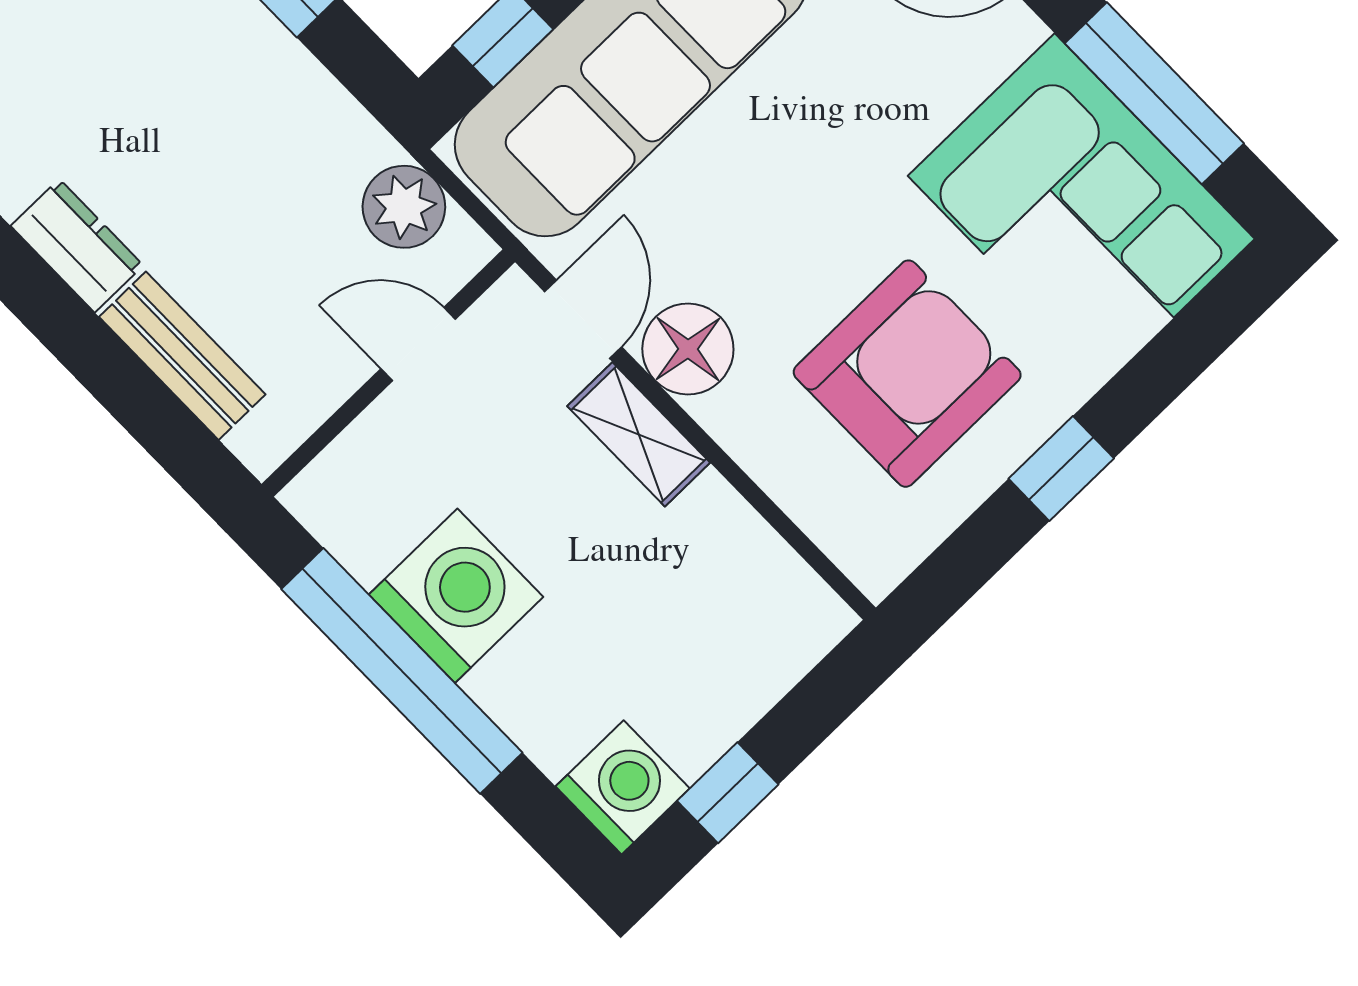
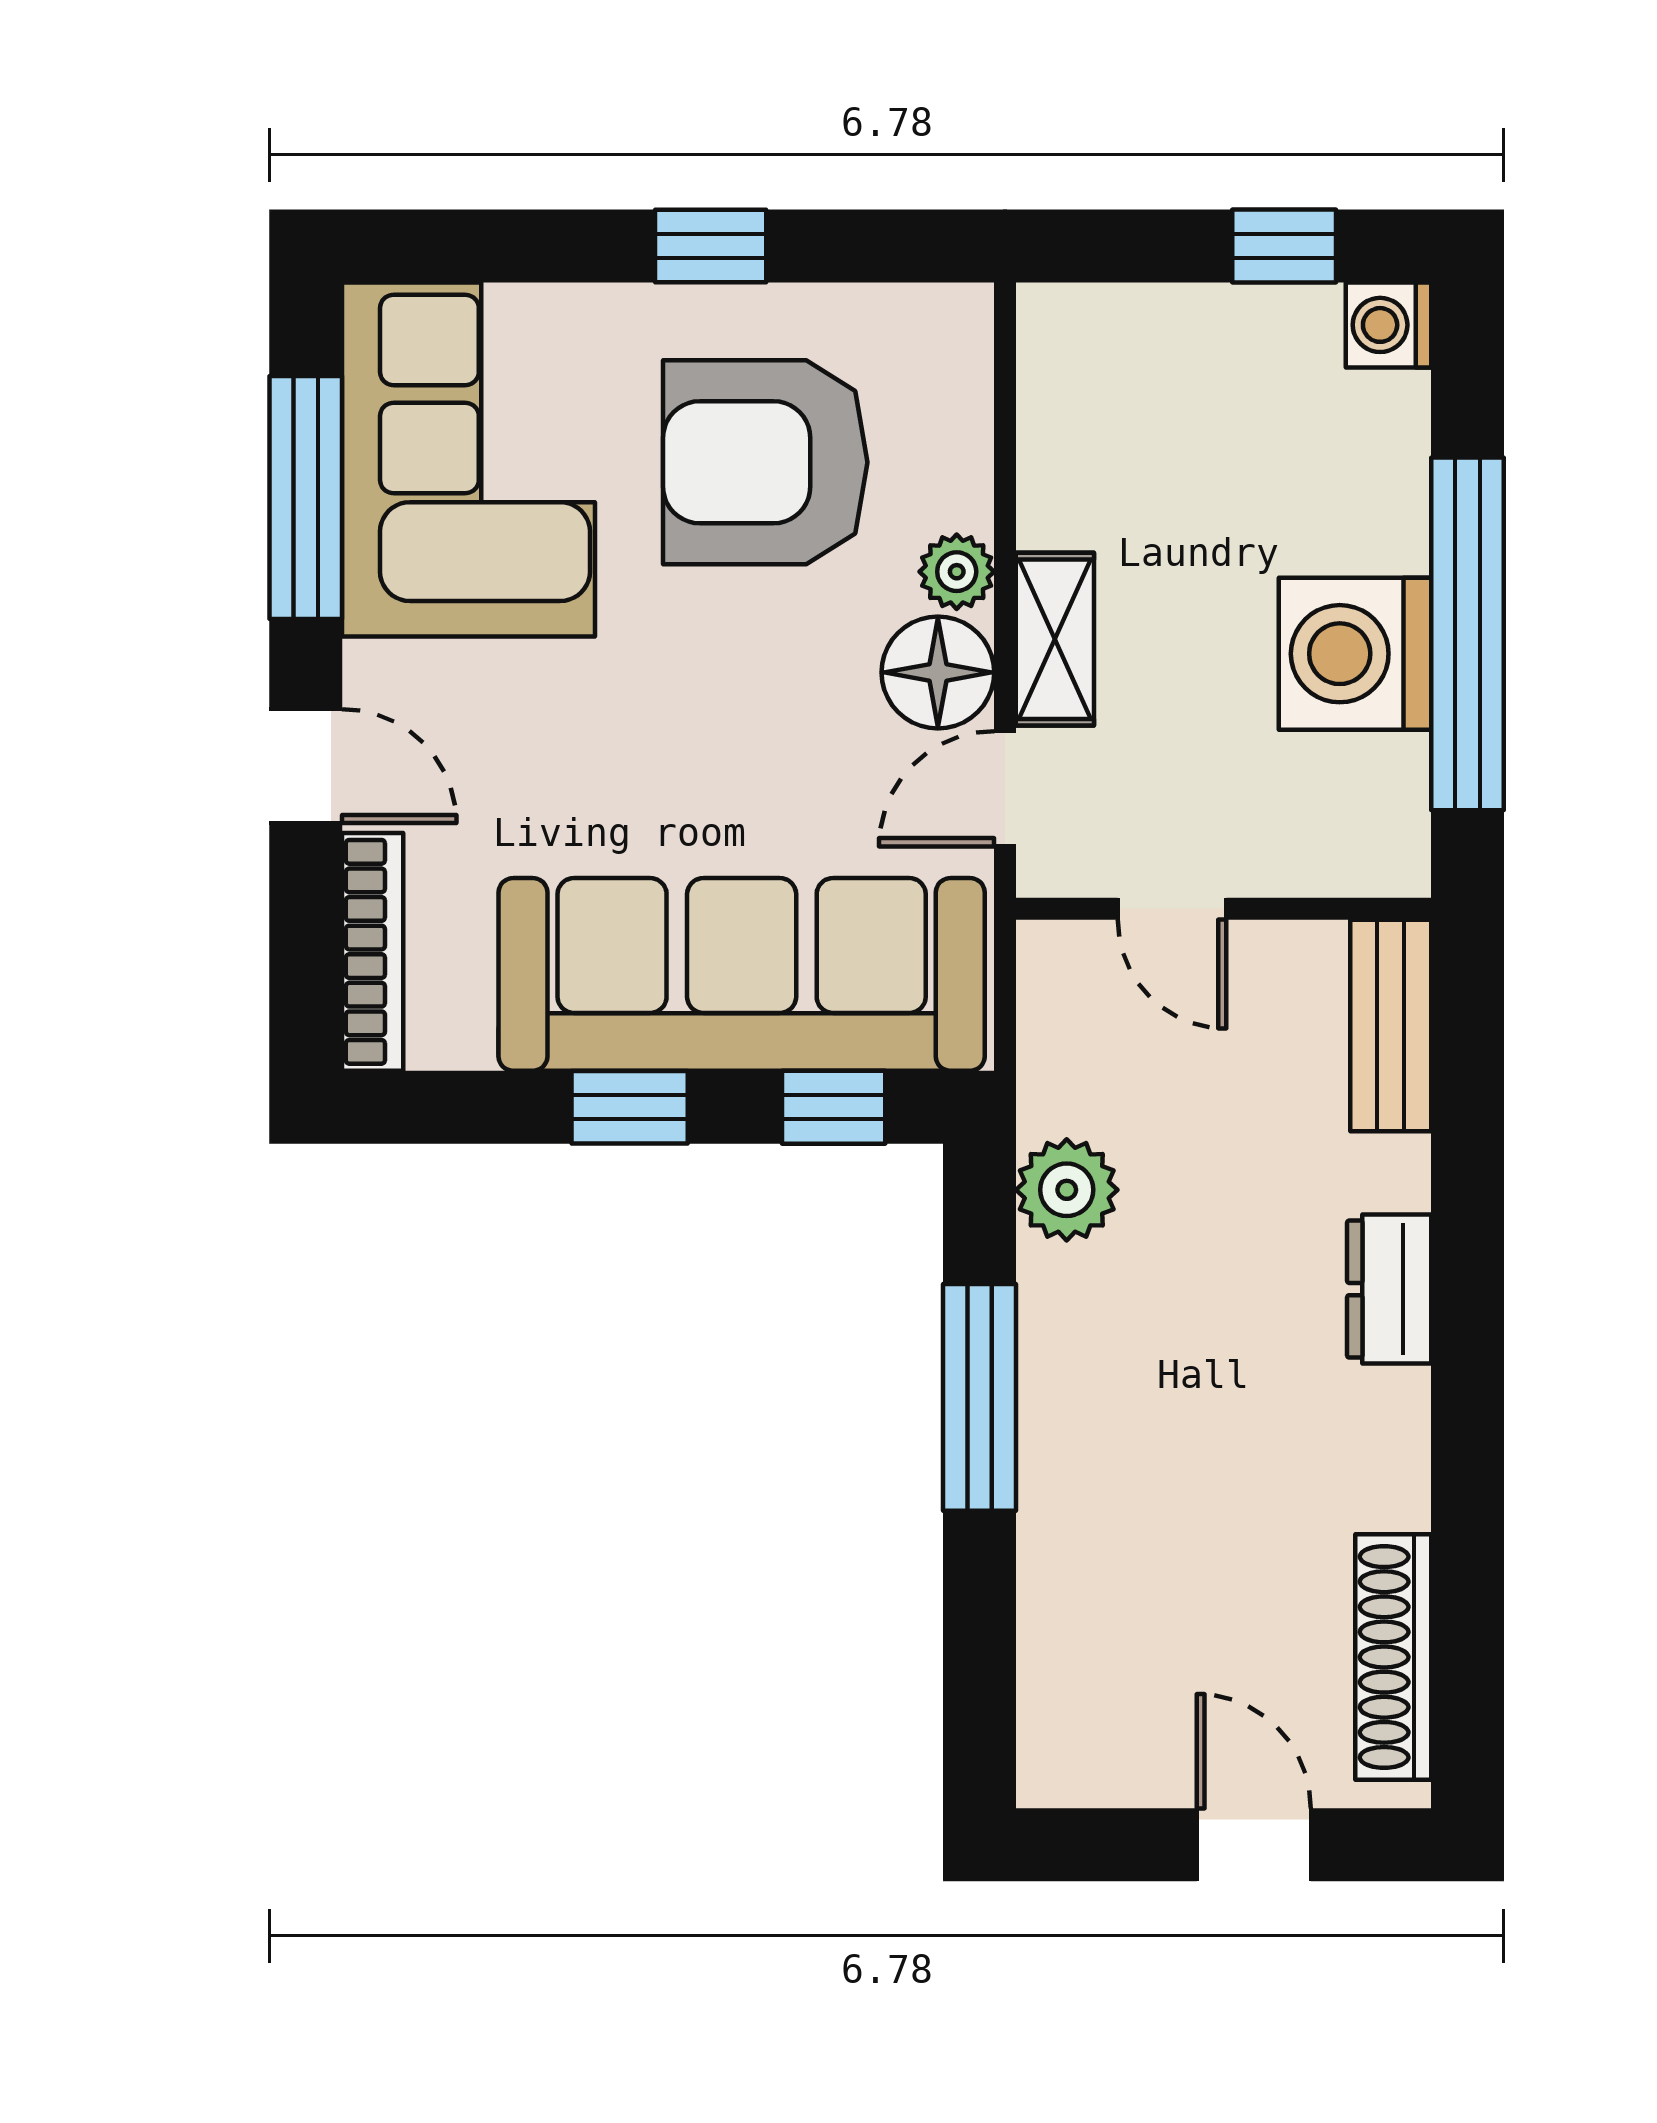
plant: (404, 207) -> (1067, 1190), moved
bench: (182, 356) -> (1391, 1026), moved
plant: (734, 418) -> (957, 572), added
washing machine: (623, 787) -> (1389, 325), width x0.73, depth x0.73

